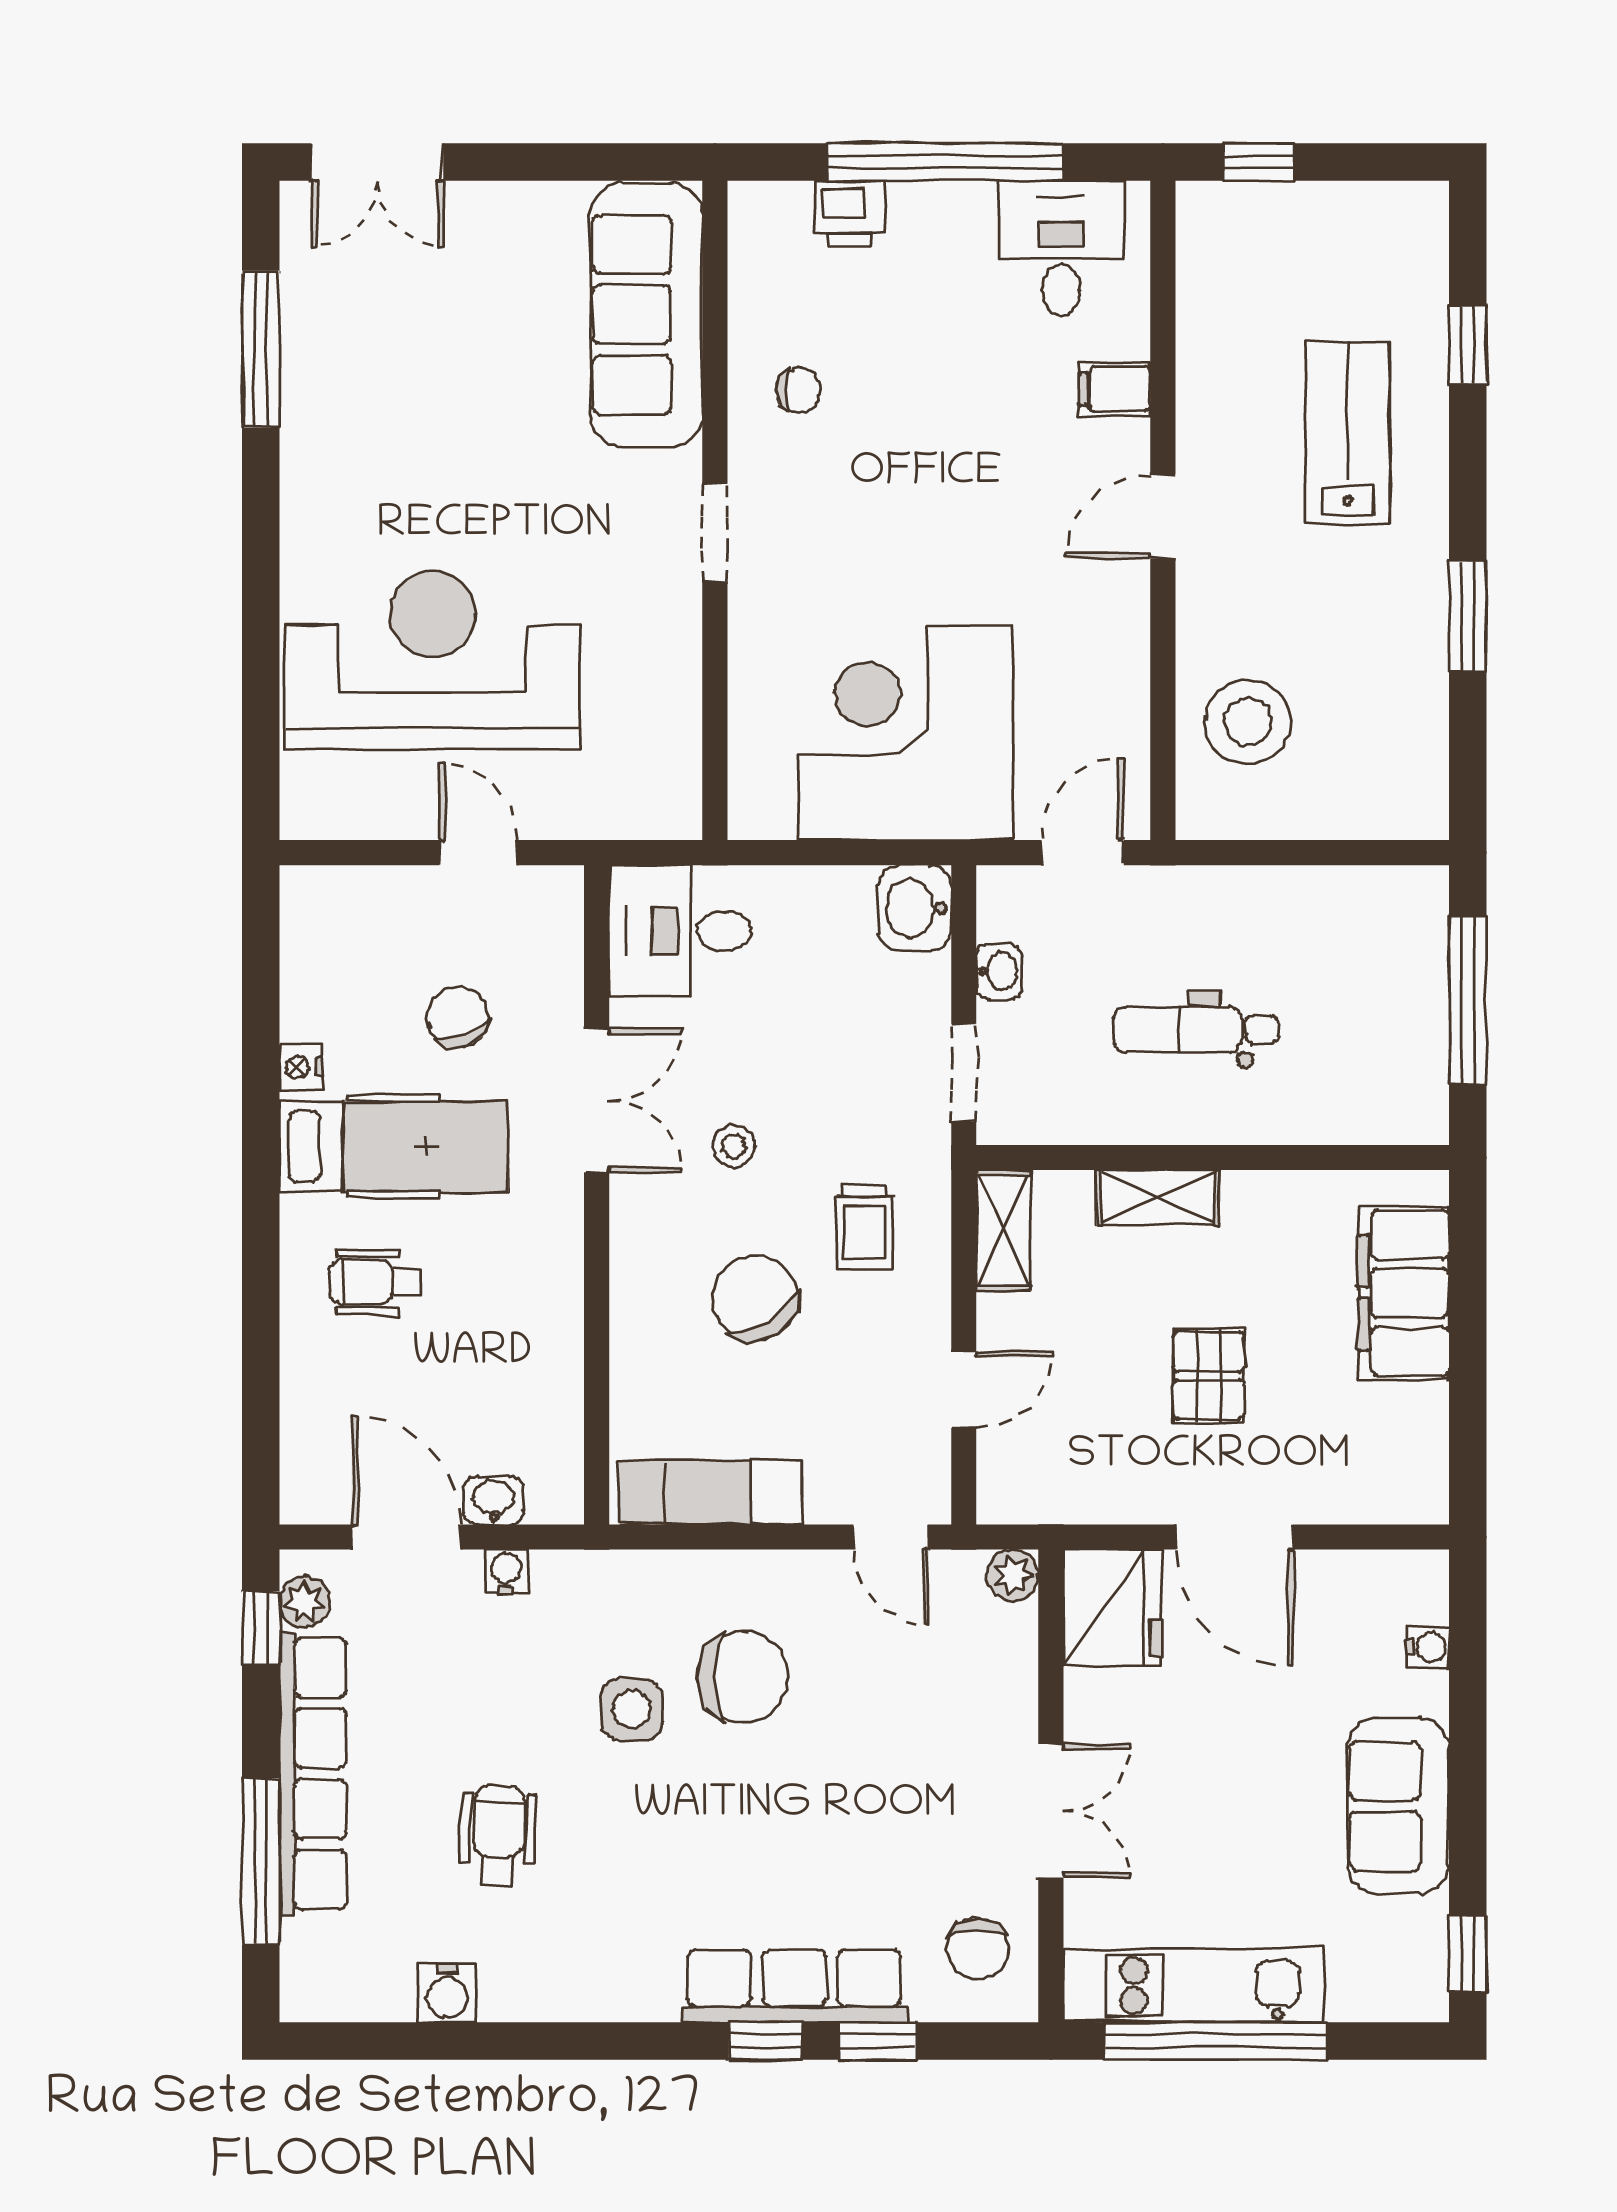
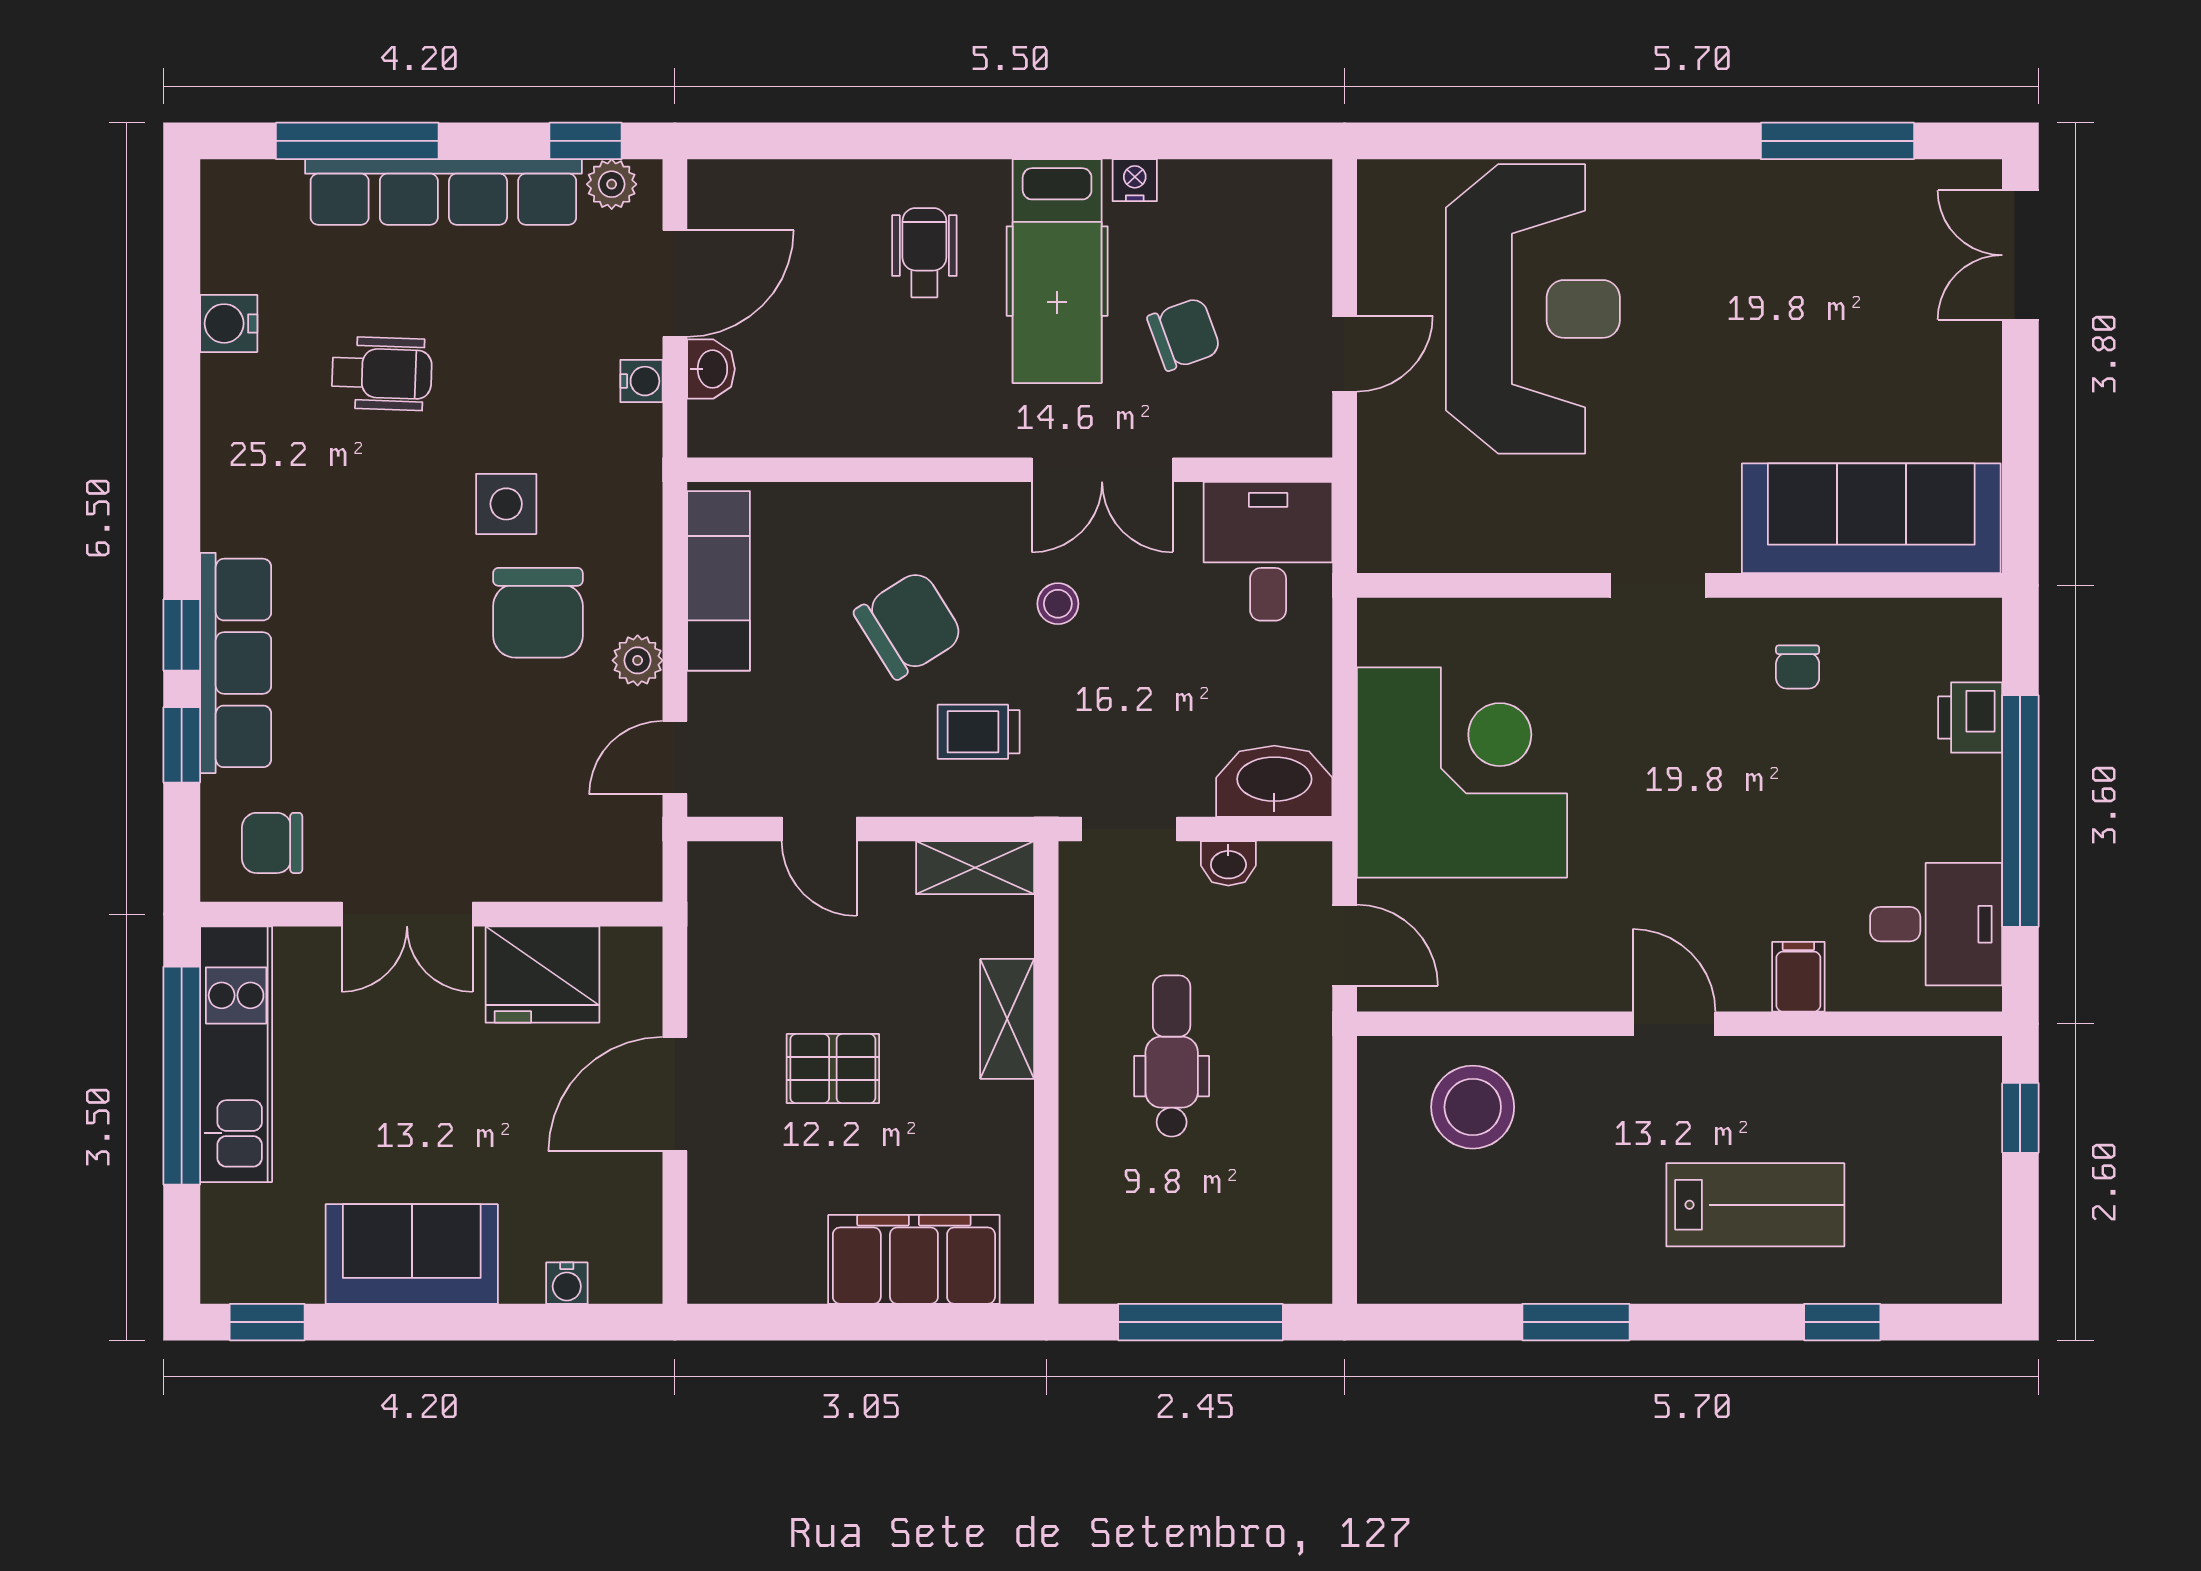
washbasin: (915, 908) -> (1274, 781), width x1.38
plant: (1013, 1575) -> (638, 660), moved
fridge: (1112, 1608) -> (542, 975), moved

